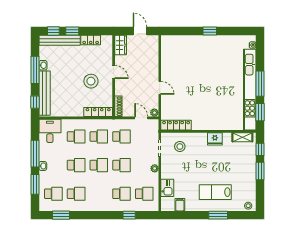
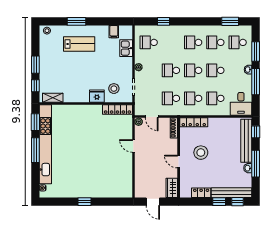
fridge: (215, 139) -> (97, 96), moved
school desk: (122, 194) -> (193, 42), moved

